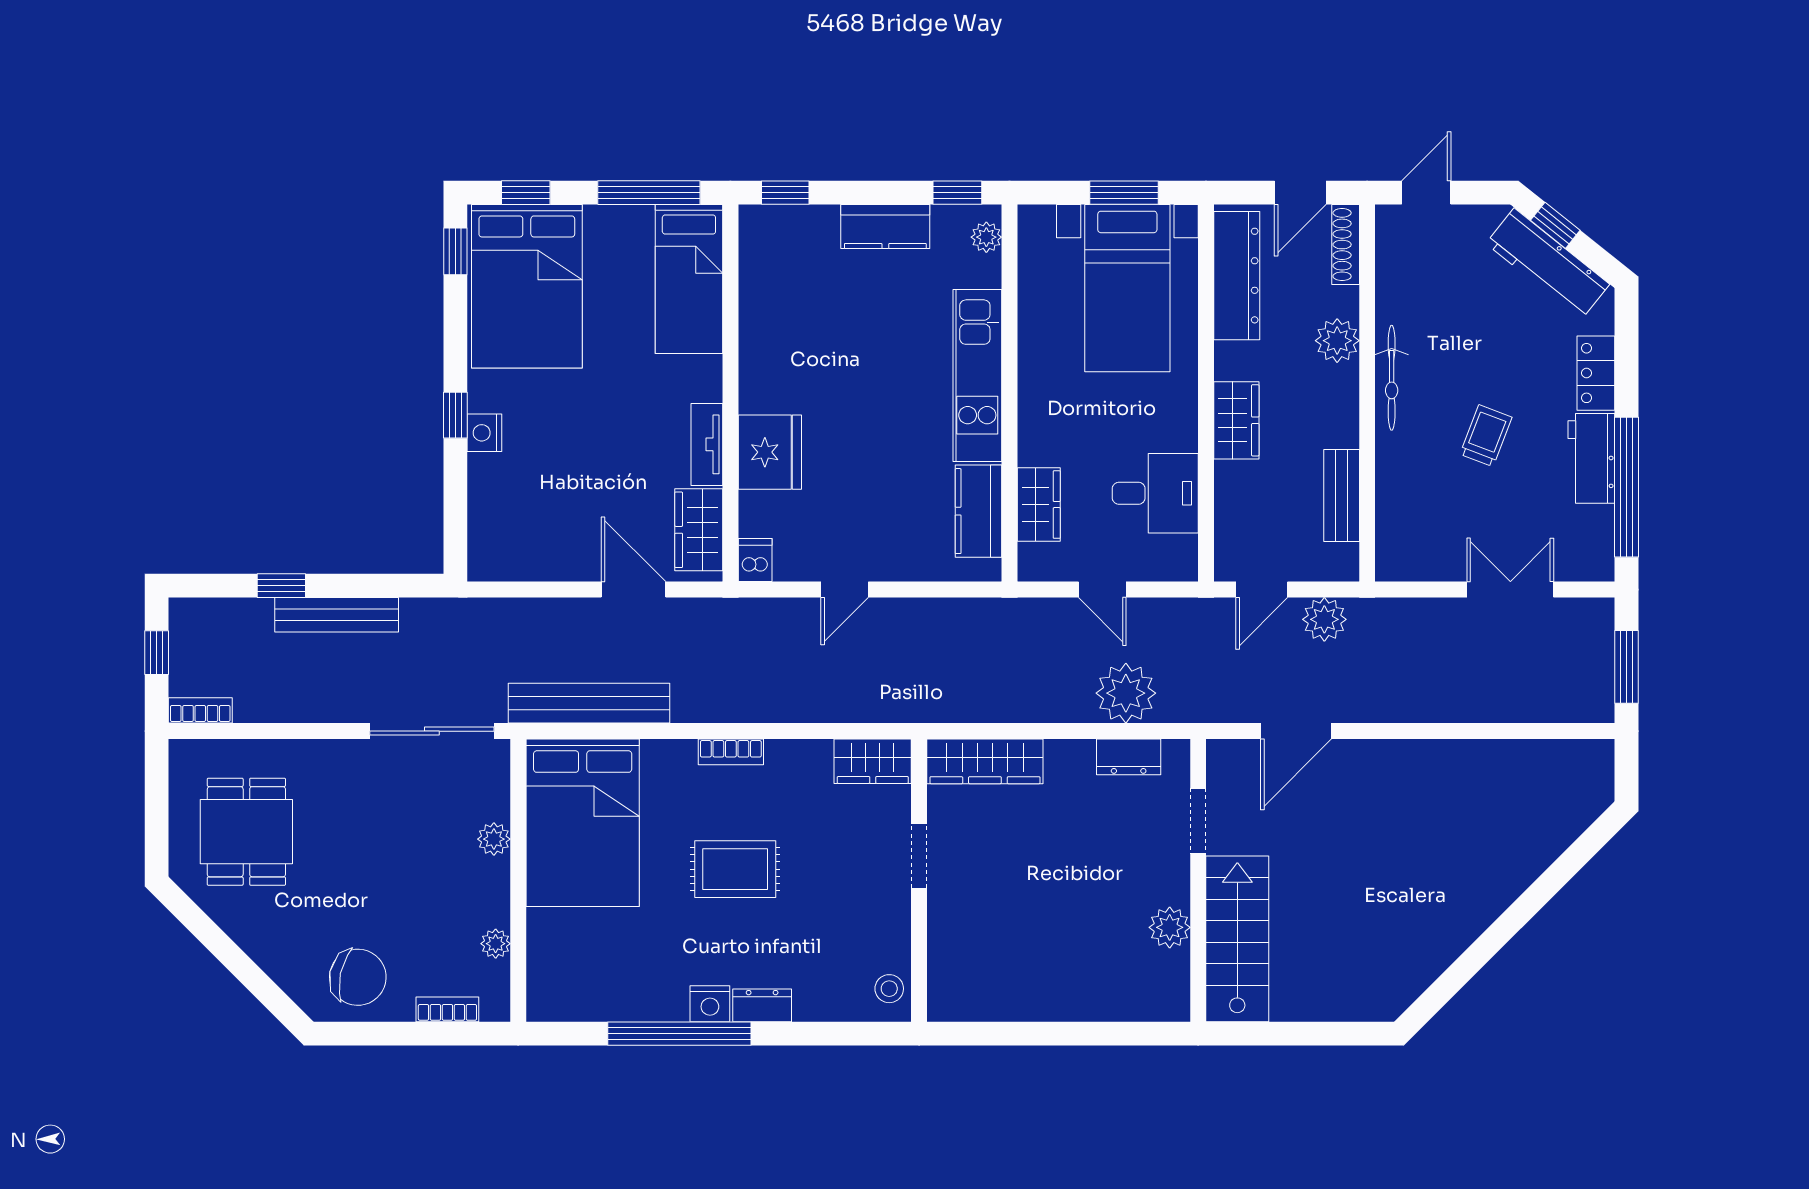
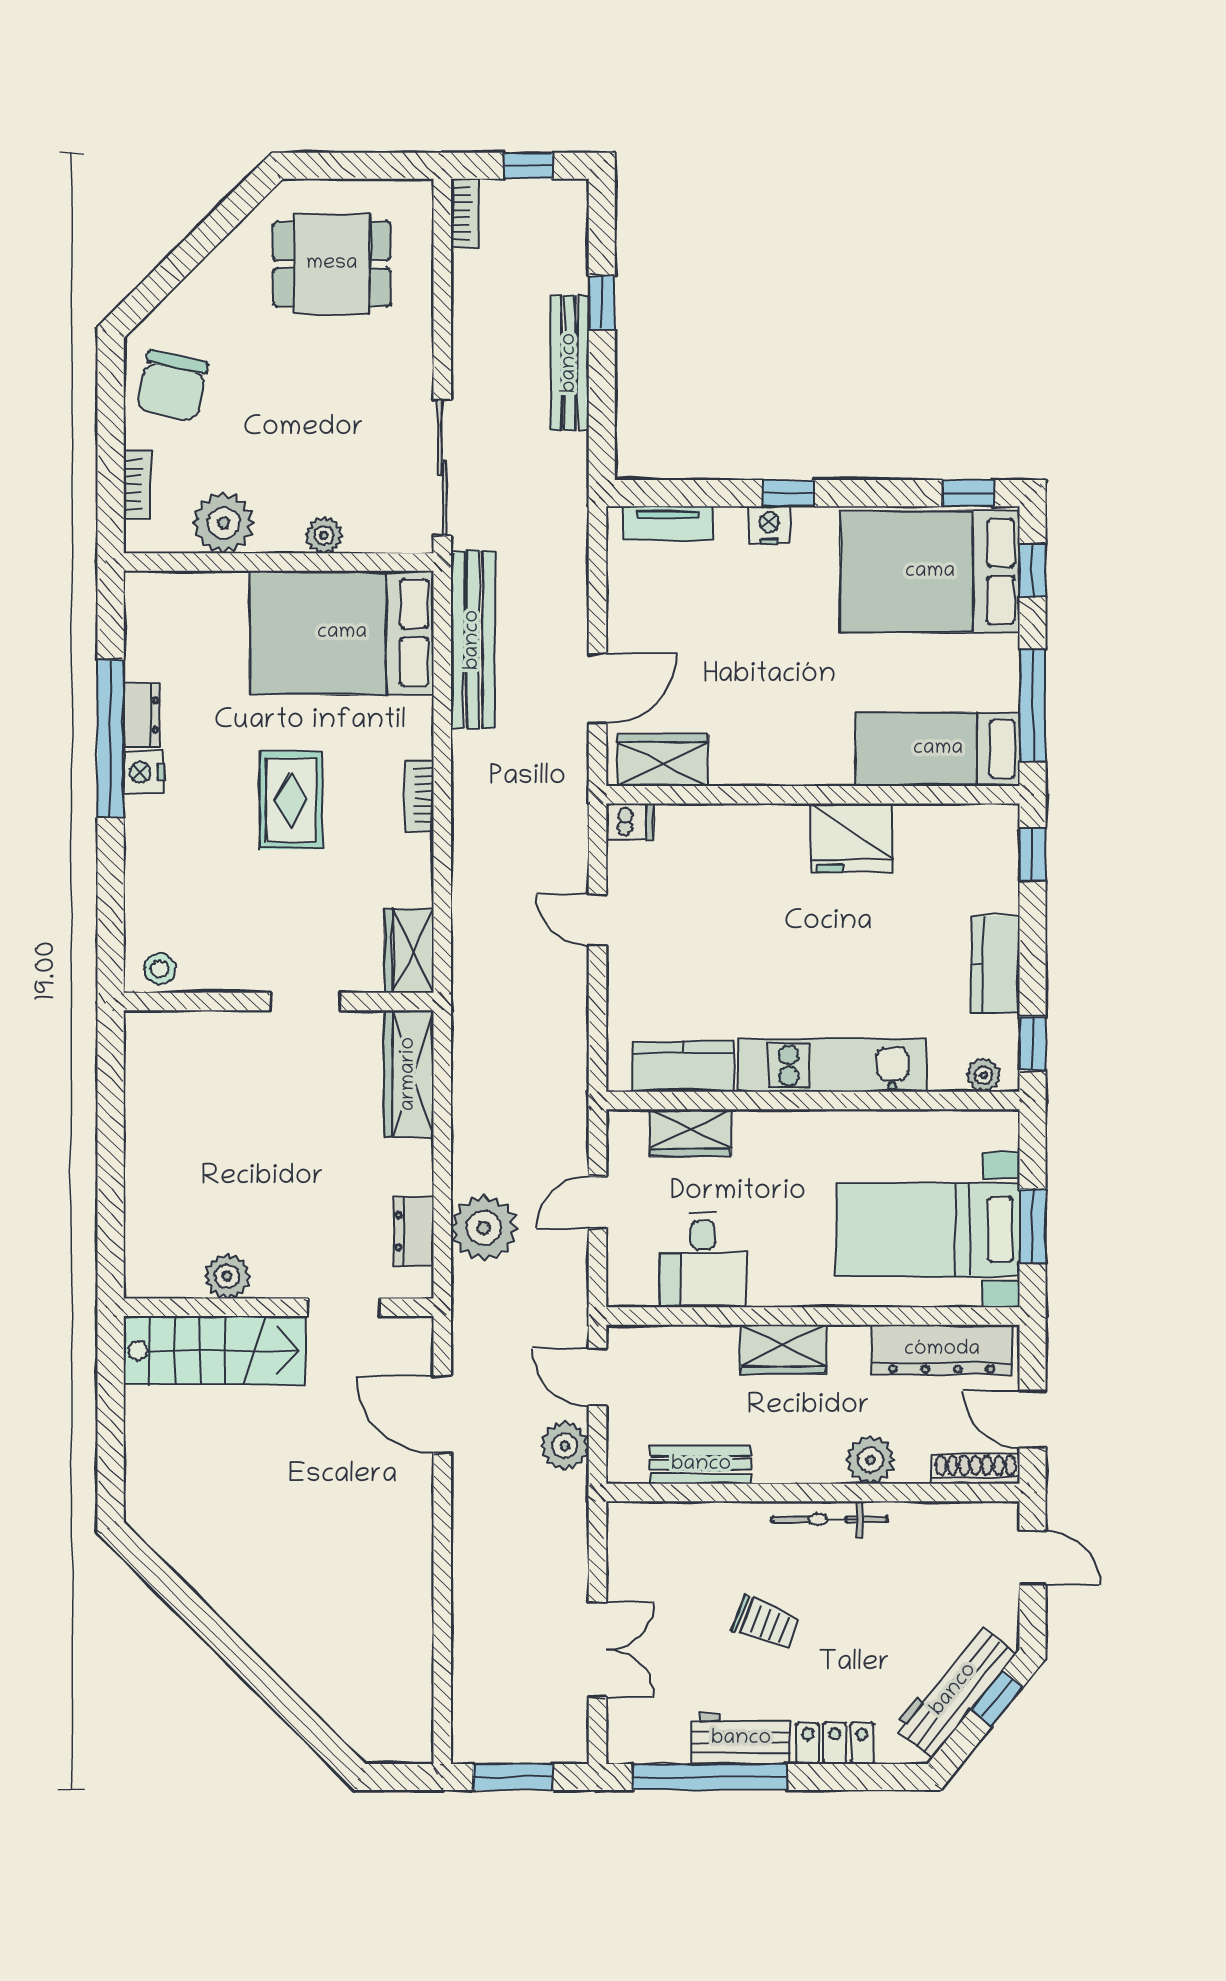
tv unit: (707, 444) -> (668, 523), moved, turned 180
fridge: (770, 452) -> (852, 838), moved
plant: (496, 944) -> (224, 523), width x1.87, depth x1.87
dresser: (762, 1005) -> (142, 715), moved

